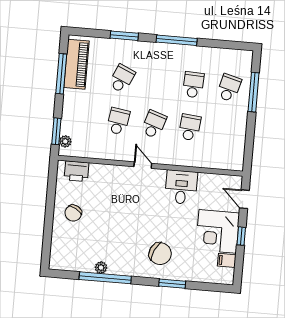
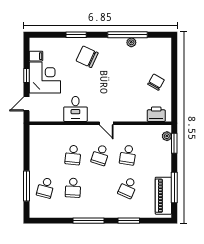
door: (244, 199) -> (27, 104), swing flipped

